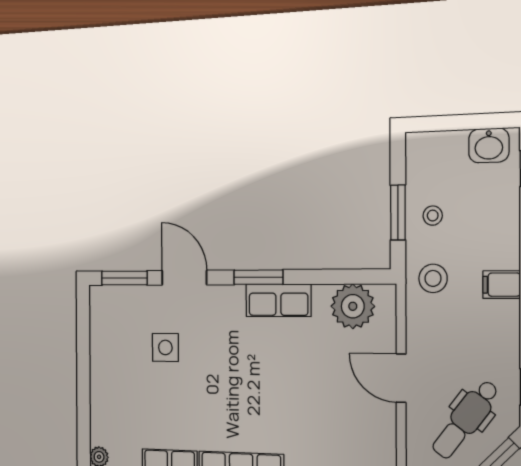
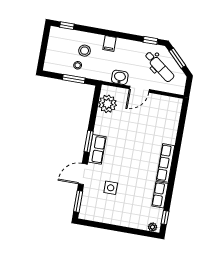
washbasin: (489, 145) -> (120, 77), moved, turned -90
stool: (433, 278) -> (85, 51), moved
row of seats: (278, 300) -> (97, 149), moved

